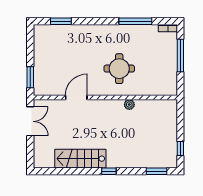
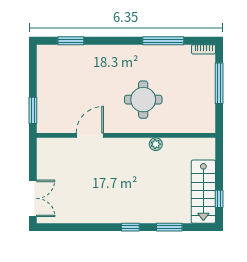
double door: (30, 121) -> (33, 198), moved
stairs: (80, 159) -> (203, 192), moved, turned -90
window: (156, 171) -> (169, 227), moved

